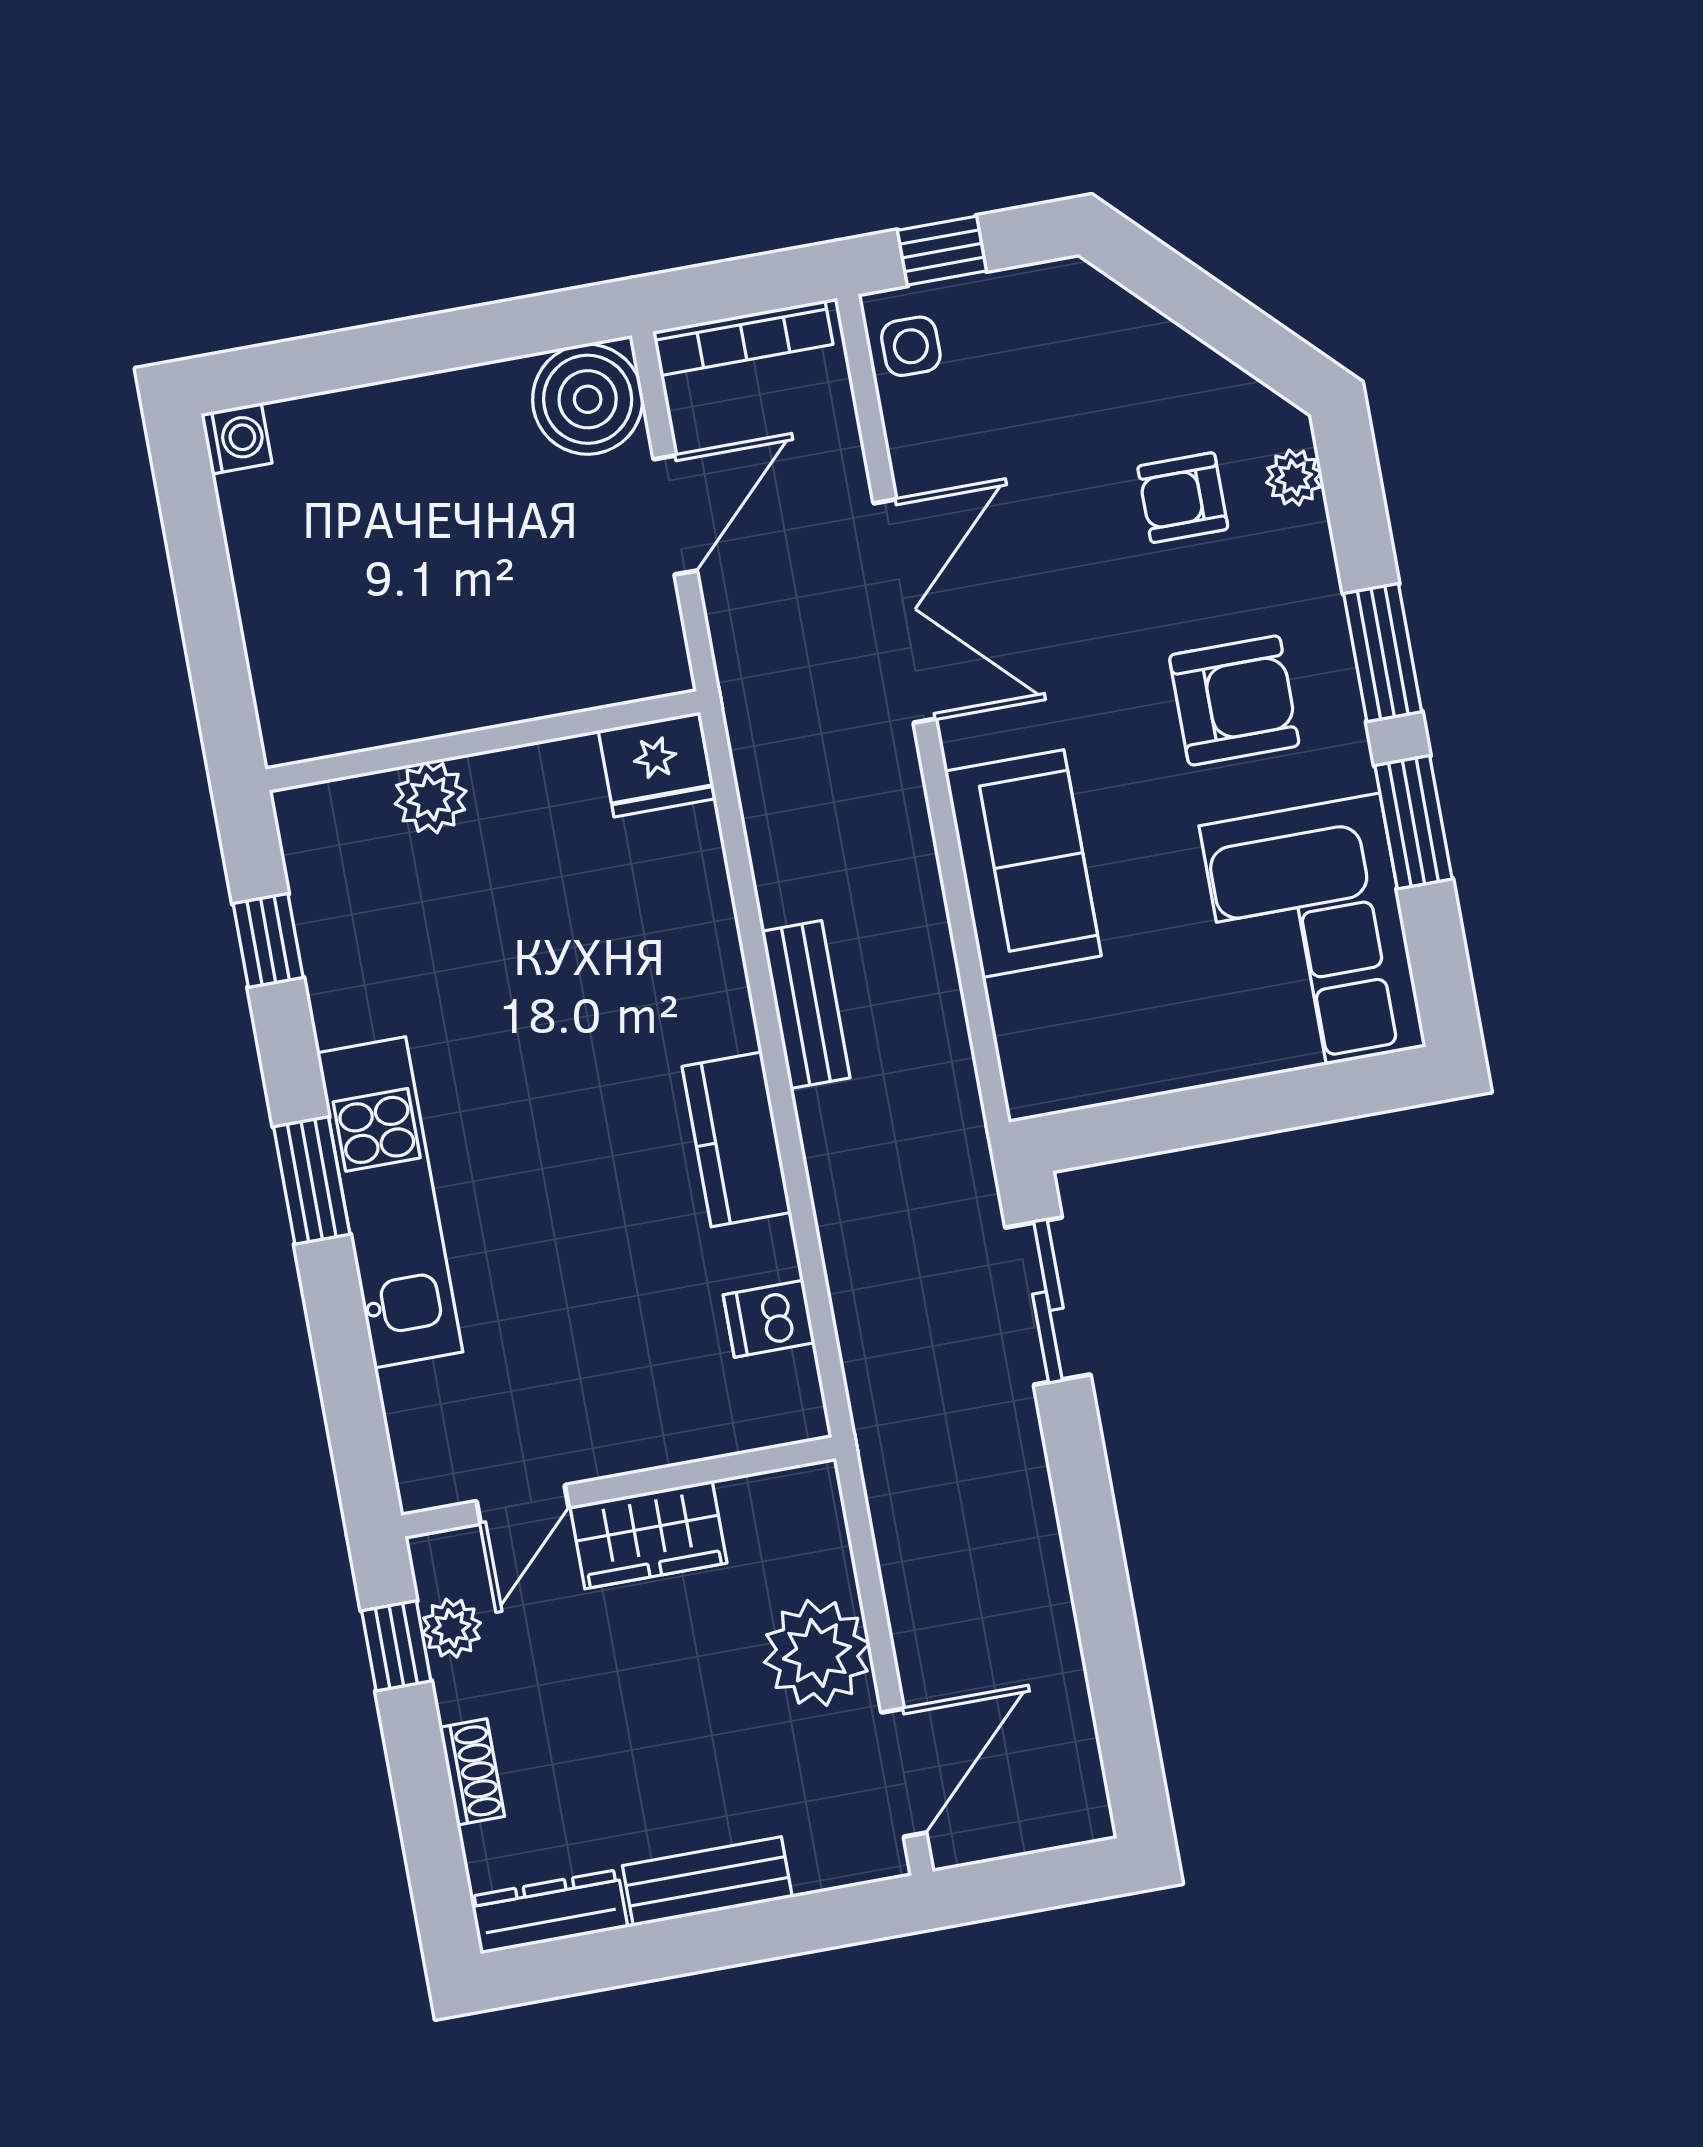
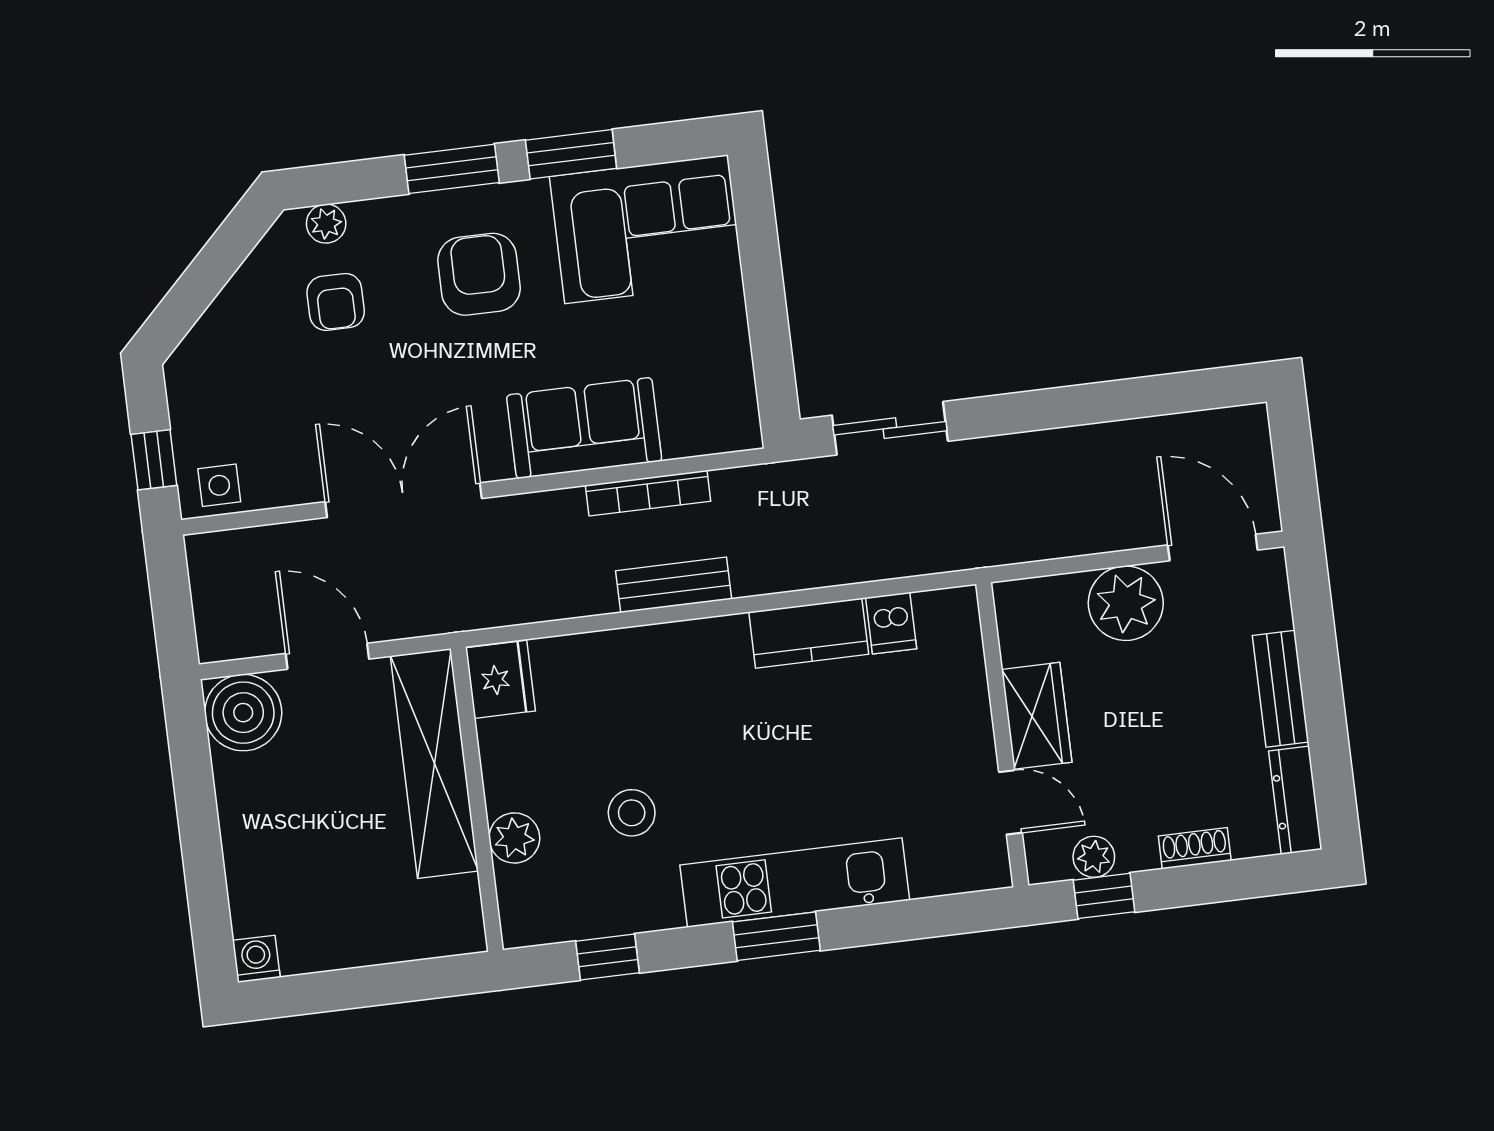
bookcase: (743, 338) -> (648, 493), moved, turned 90
shelving: (531, 677) -> (434, 763), added
stool: (476, 963) -> (632, 813), added
kitchen counter: (737, 1139) -> (809, 633), moved

